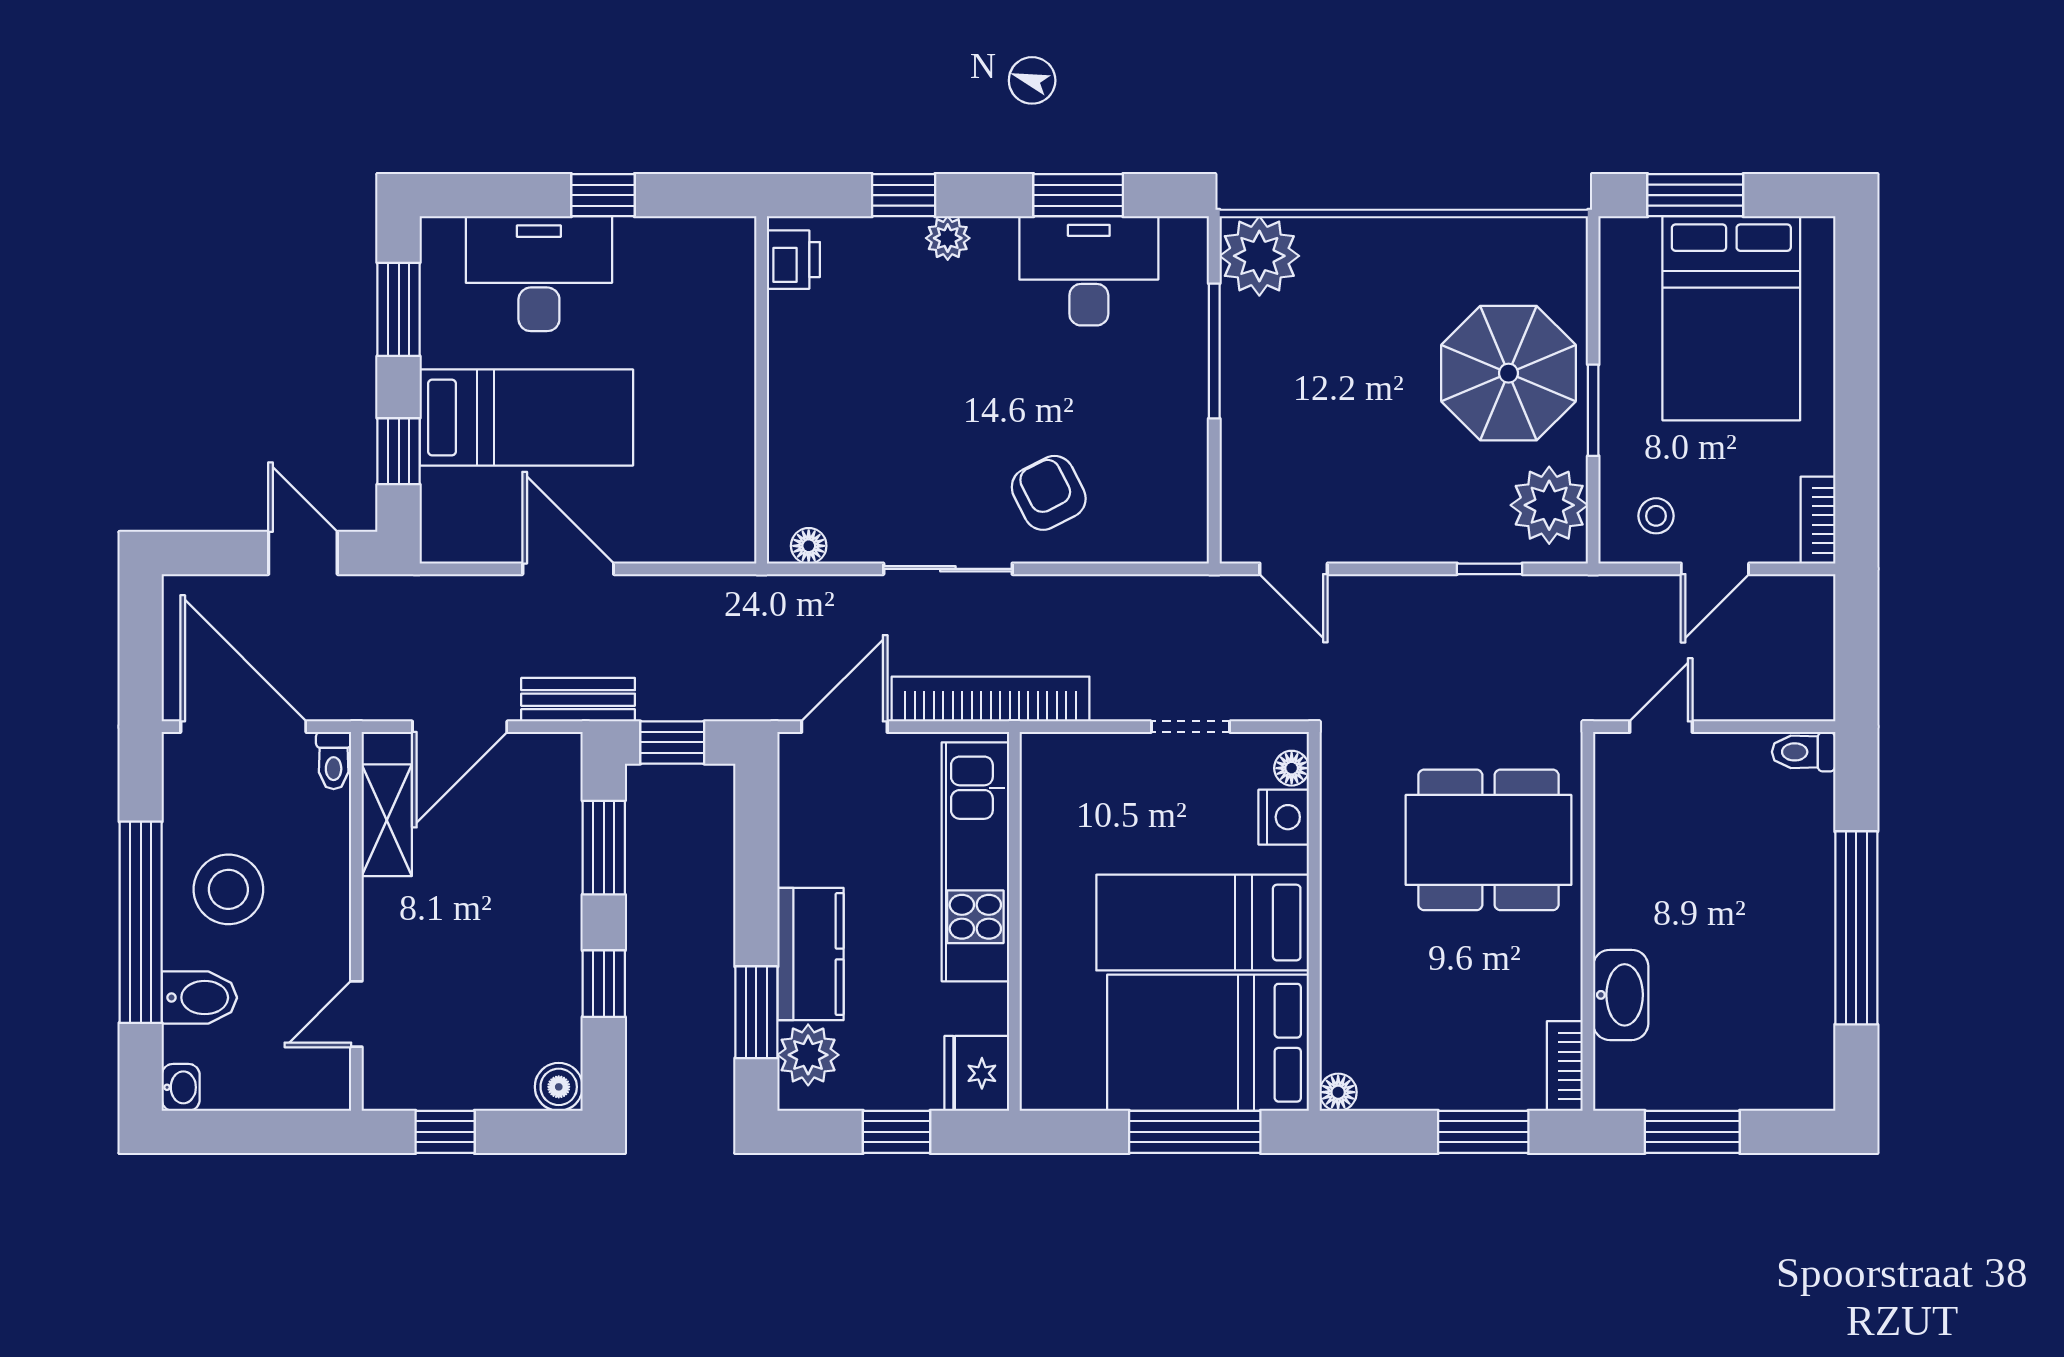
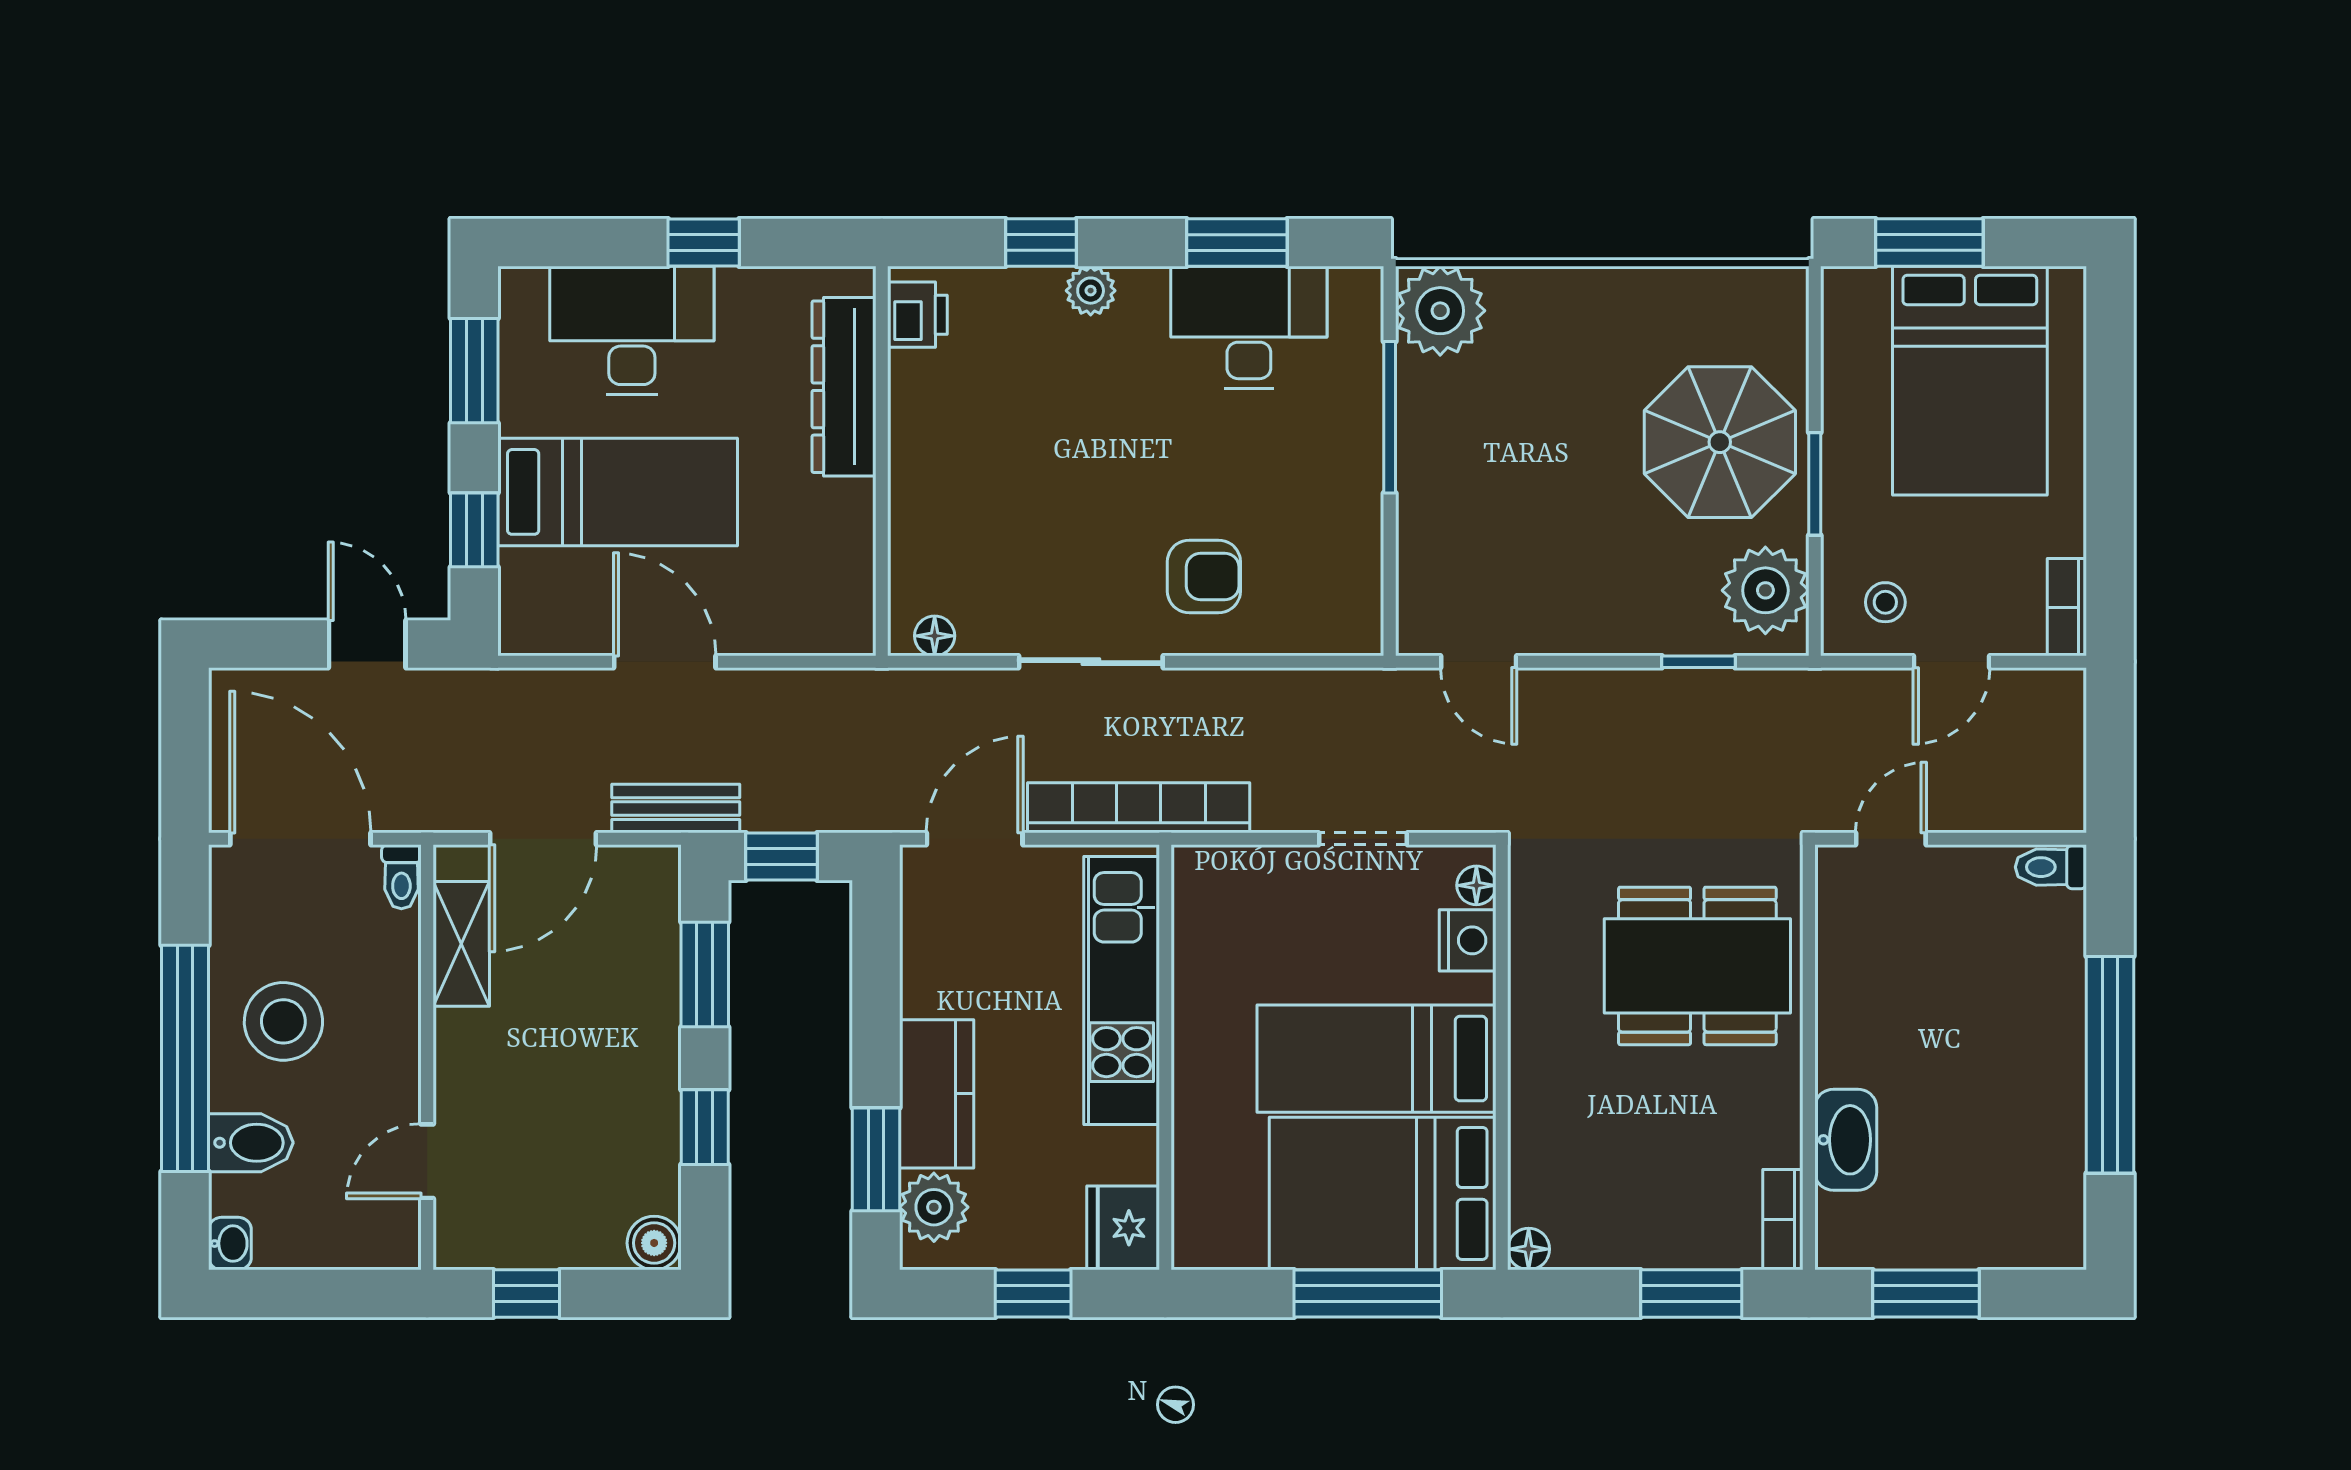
dresser: (728, 324) -> (844, 387), added
armchair: (1049, 493) -> (1204, 576), turned 117

